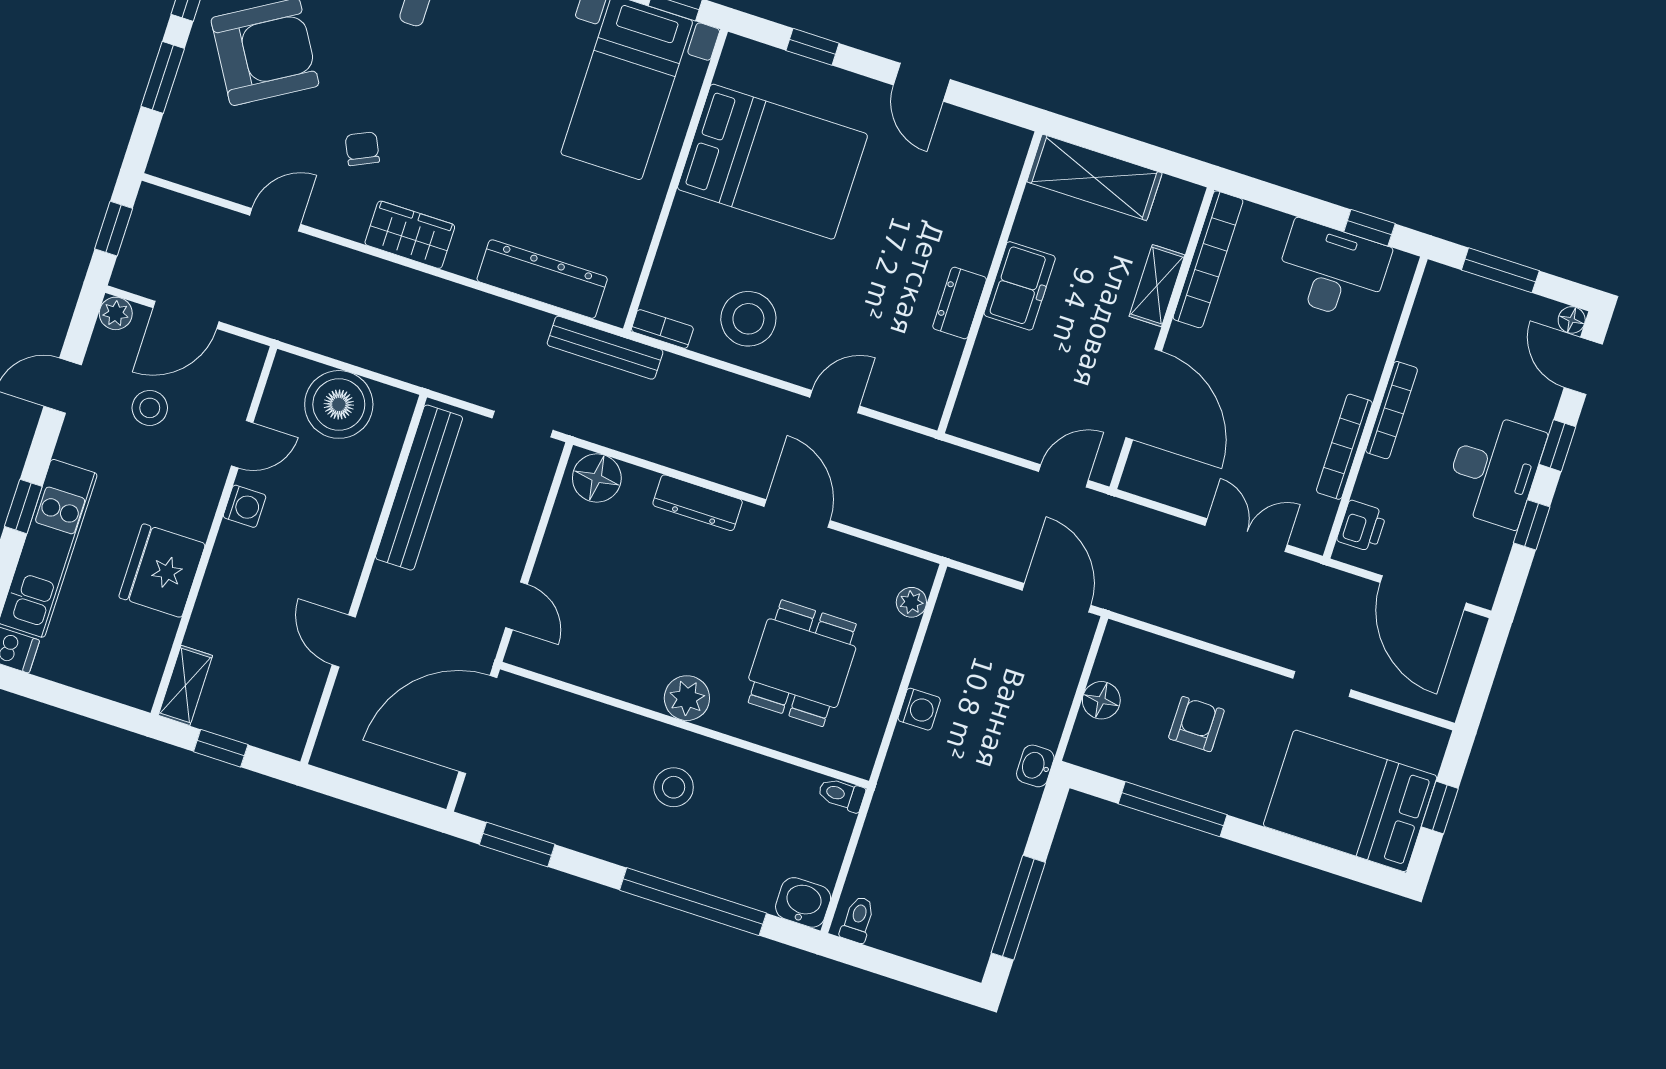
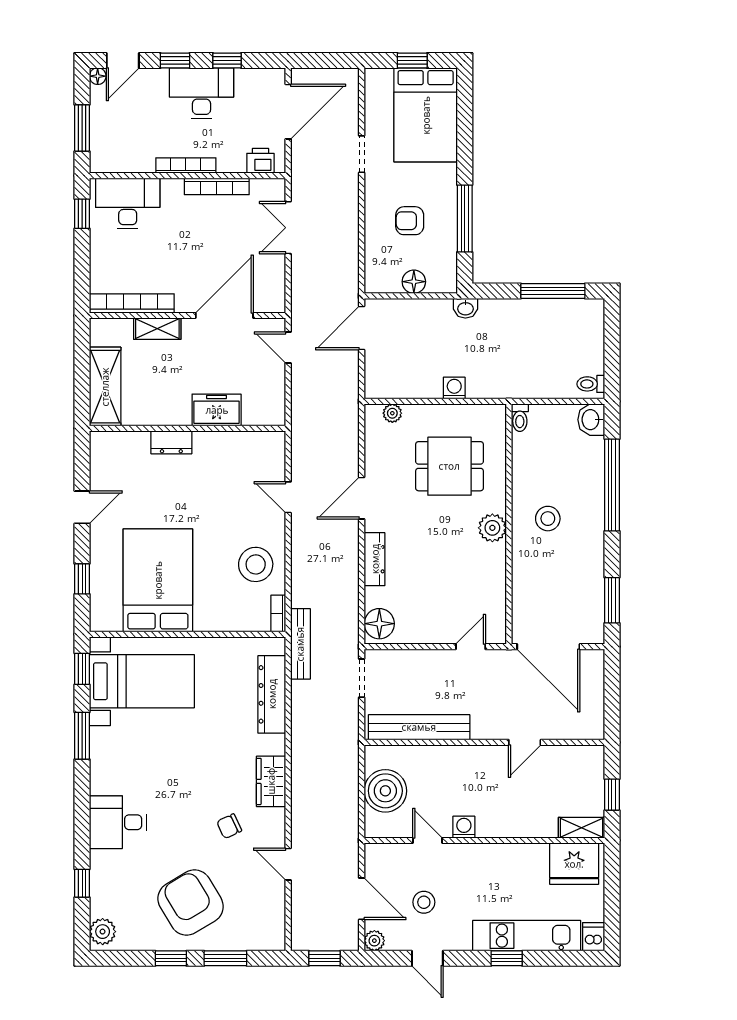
desk: (1332, 271) -> (128, 203), moved, turned 90
freezer: (1020, 286) -> (217, 410), moved
dresser: (960, 303) -> (171, 442), moved
fridge: (162, 571) -> (574, 864), moved

